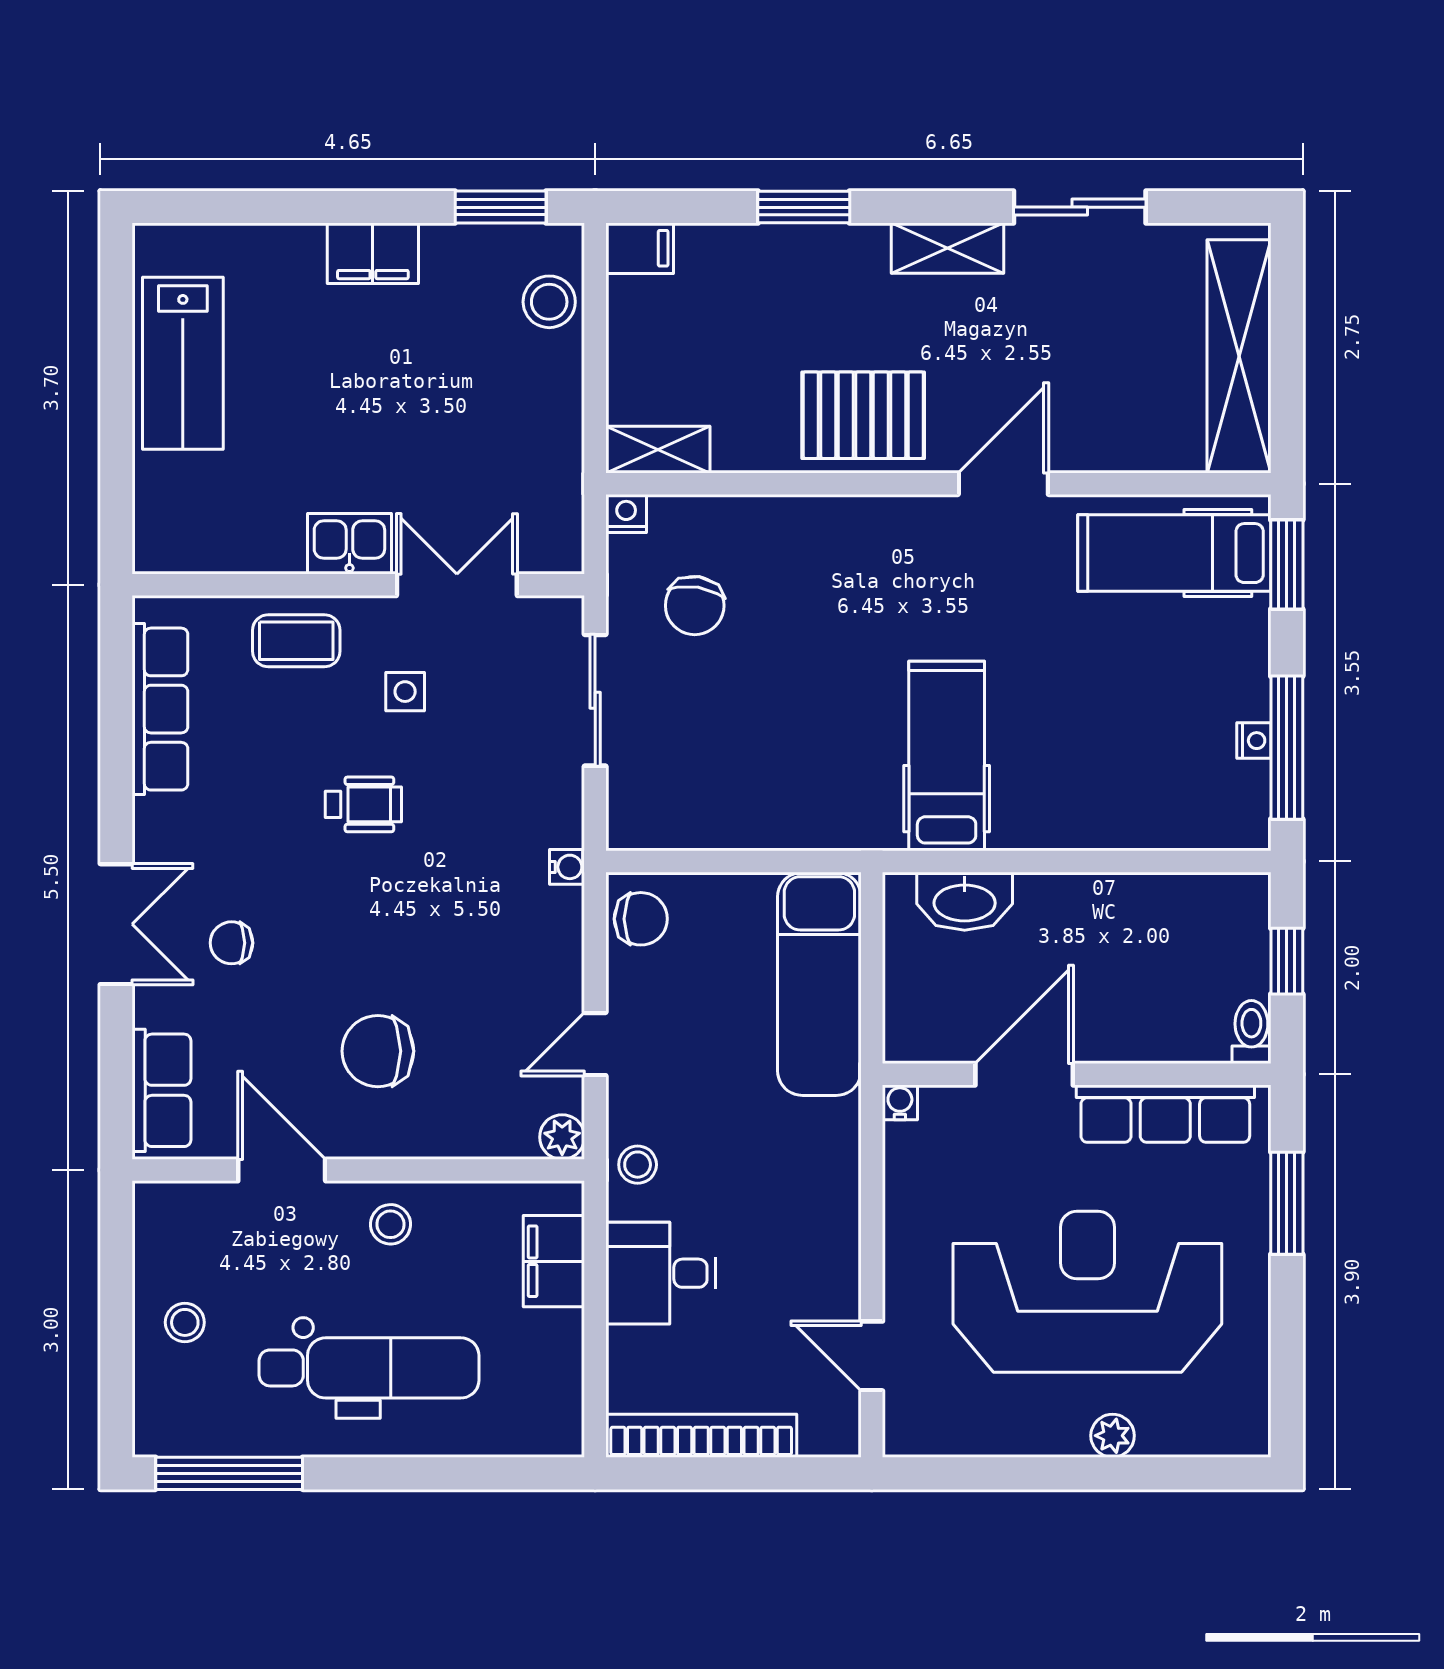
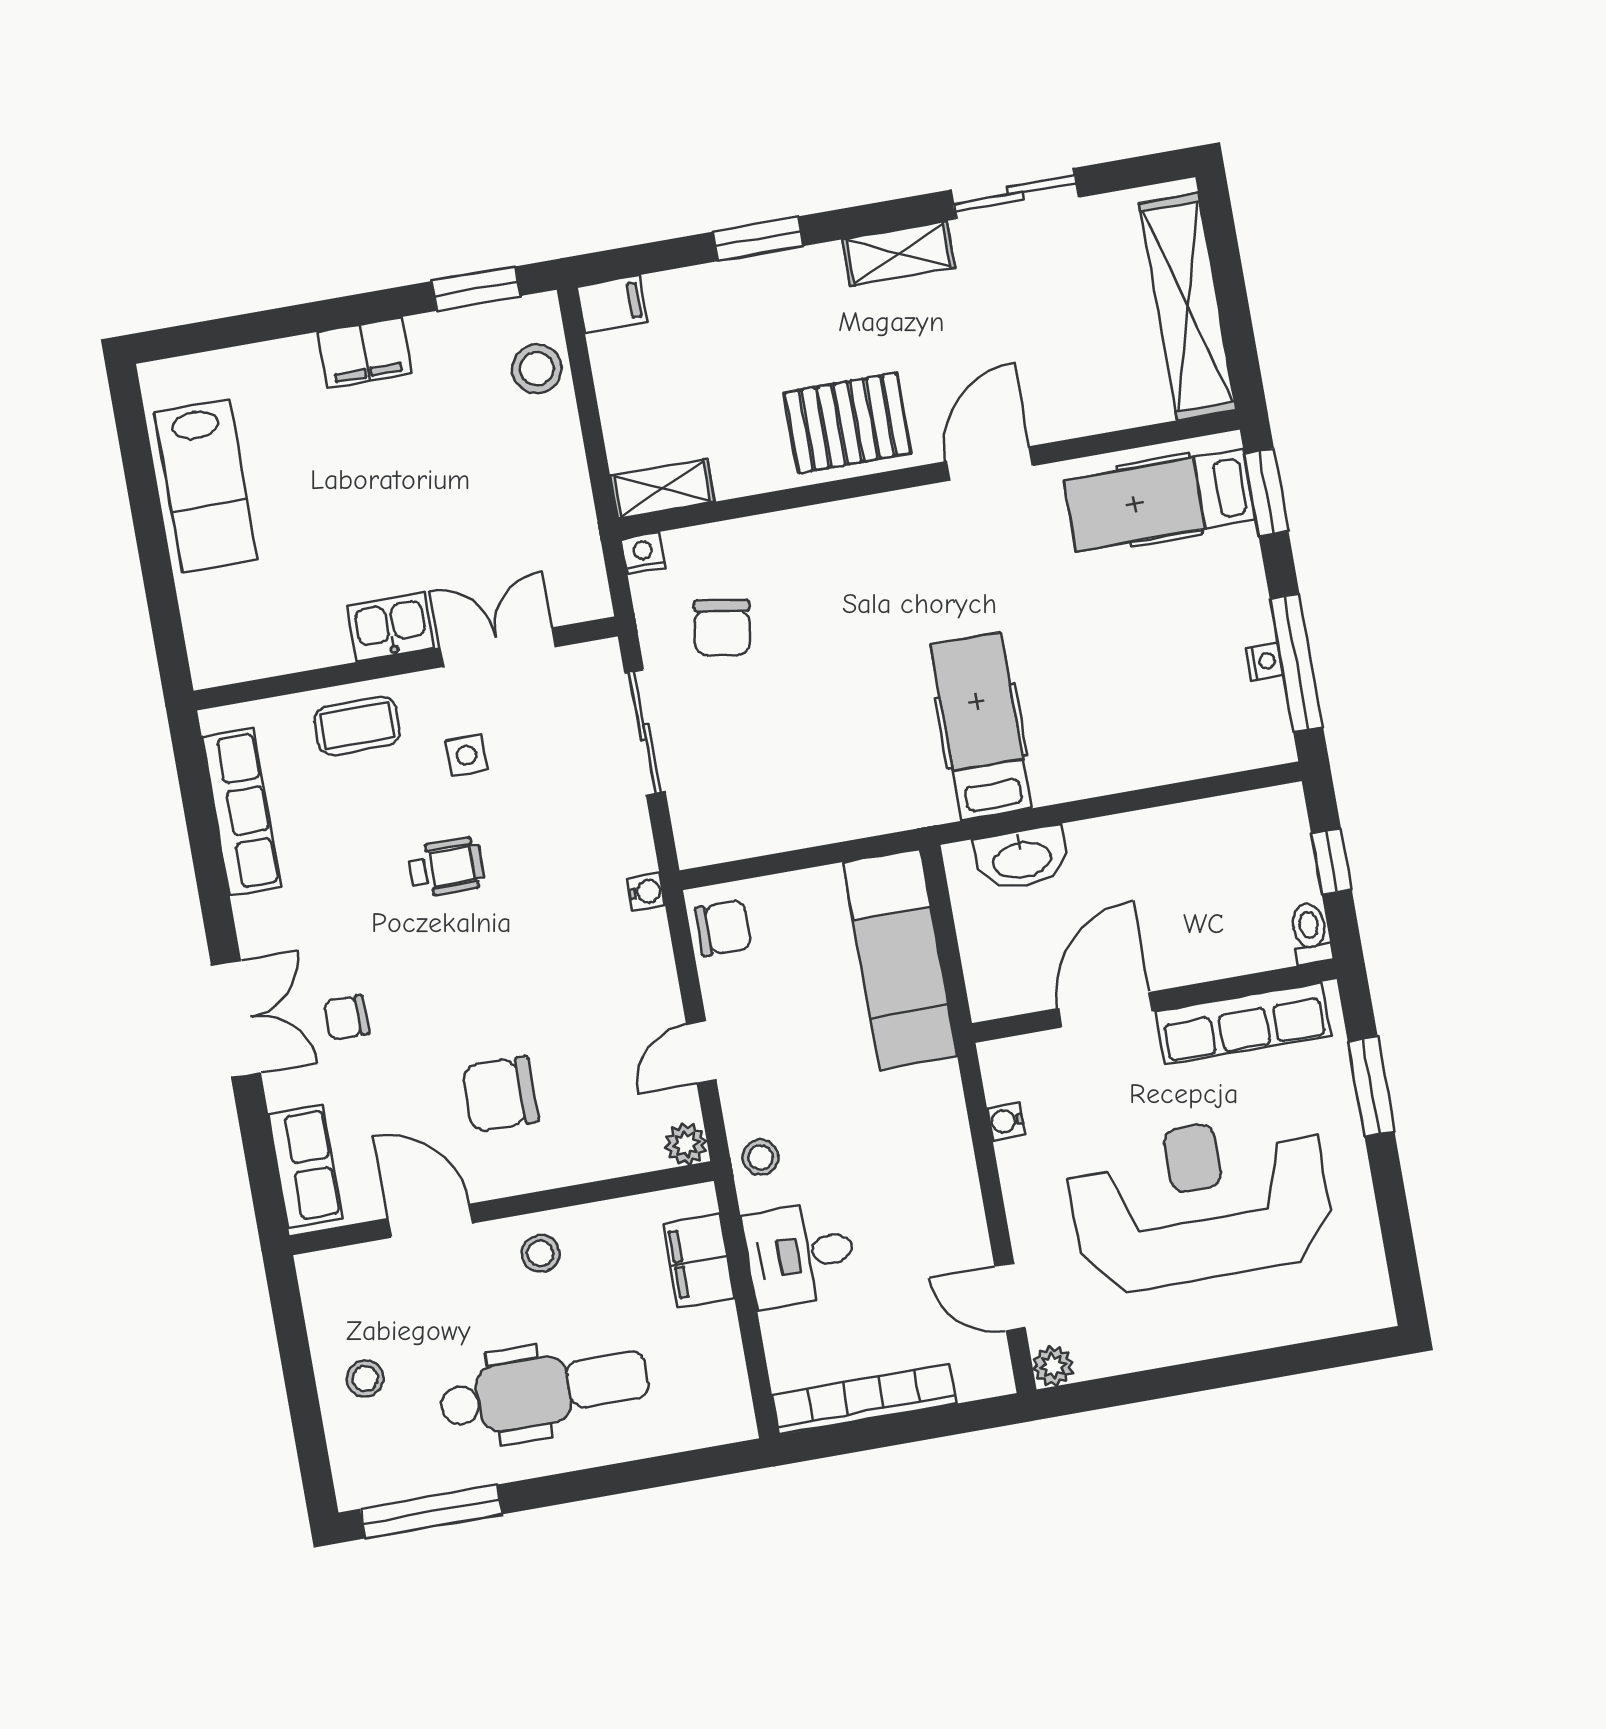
water cooler: (900, 1102) -> (1006, 1121), moved, turned -90
plant: (1113, 1436) -> (1053, 1366), moved

